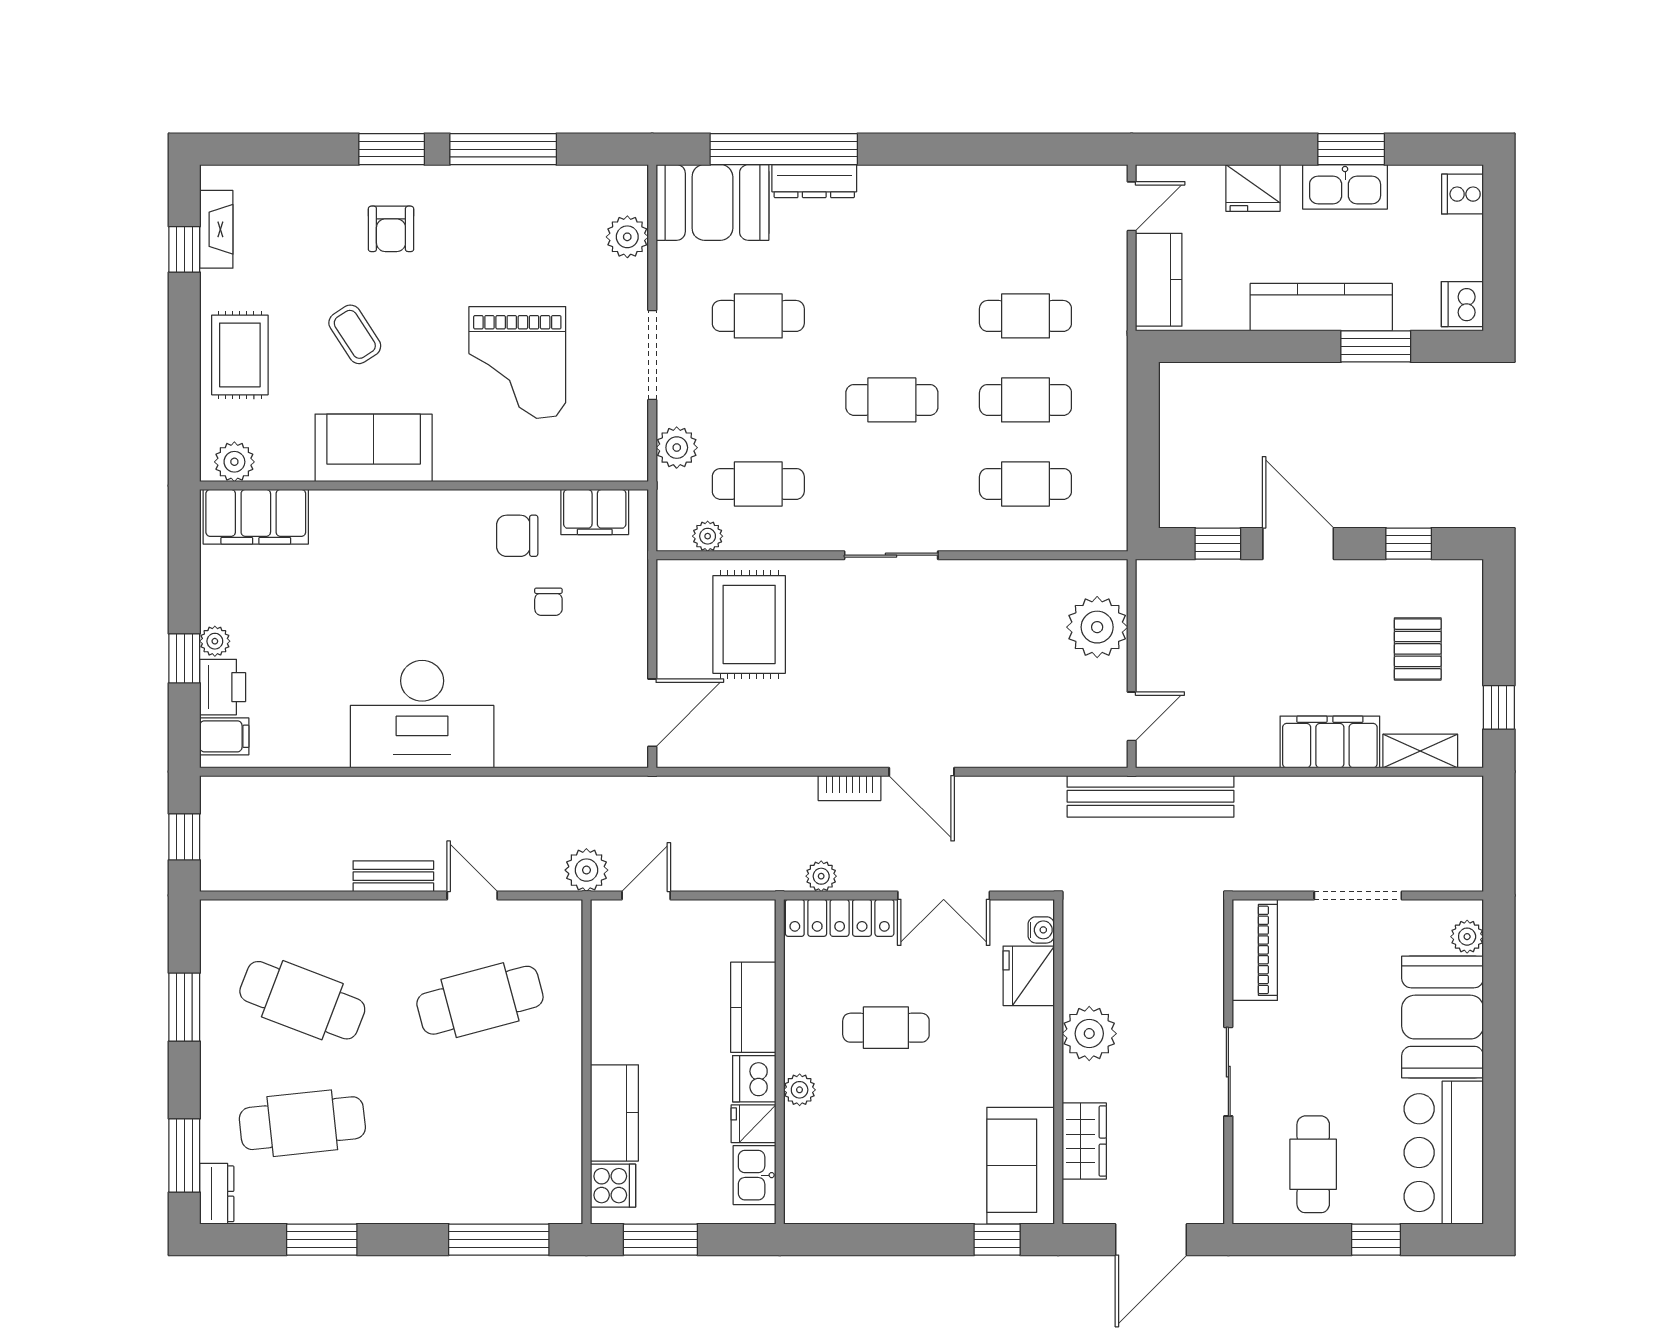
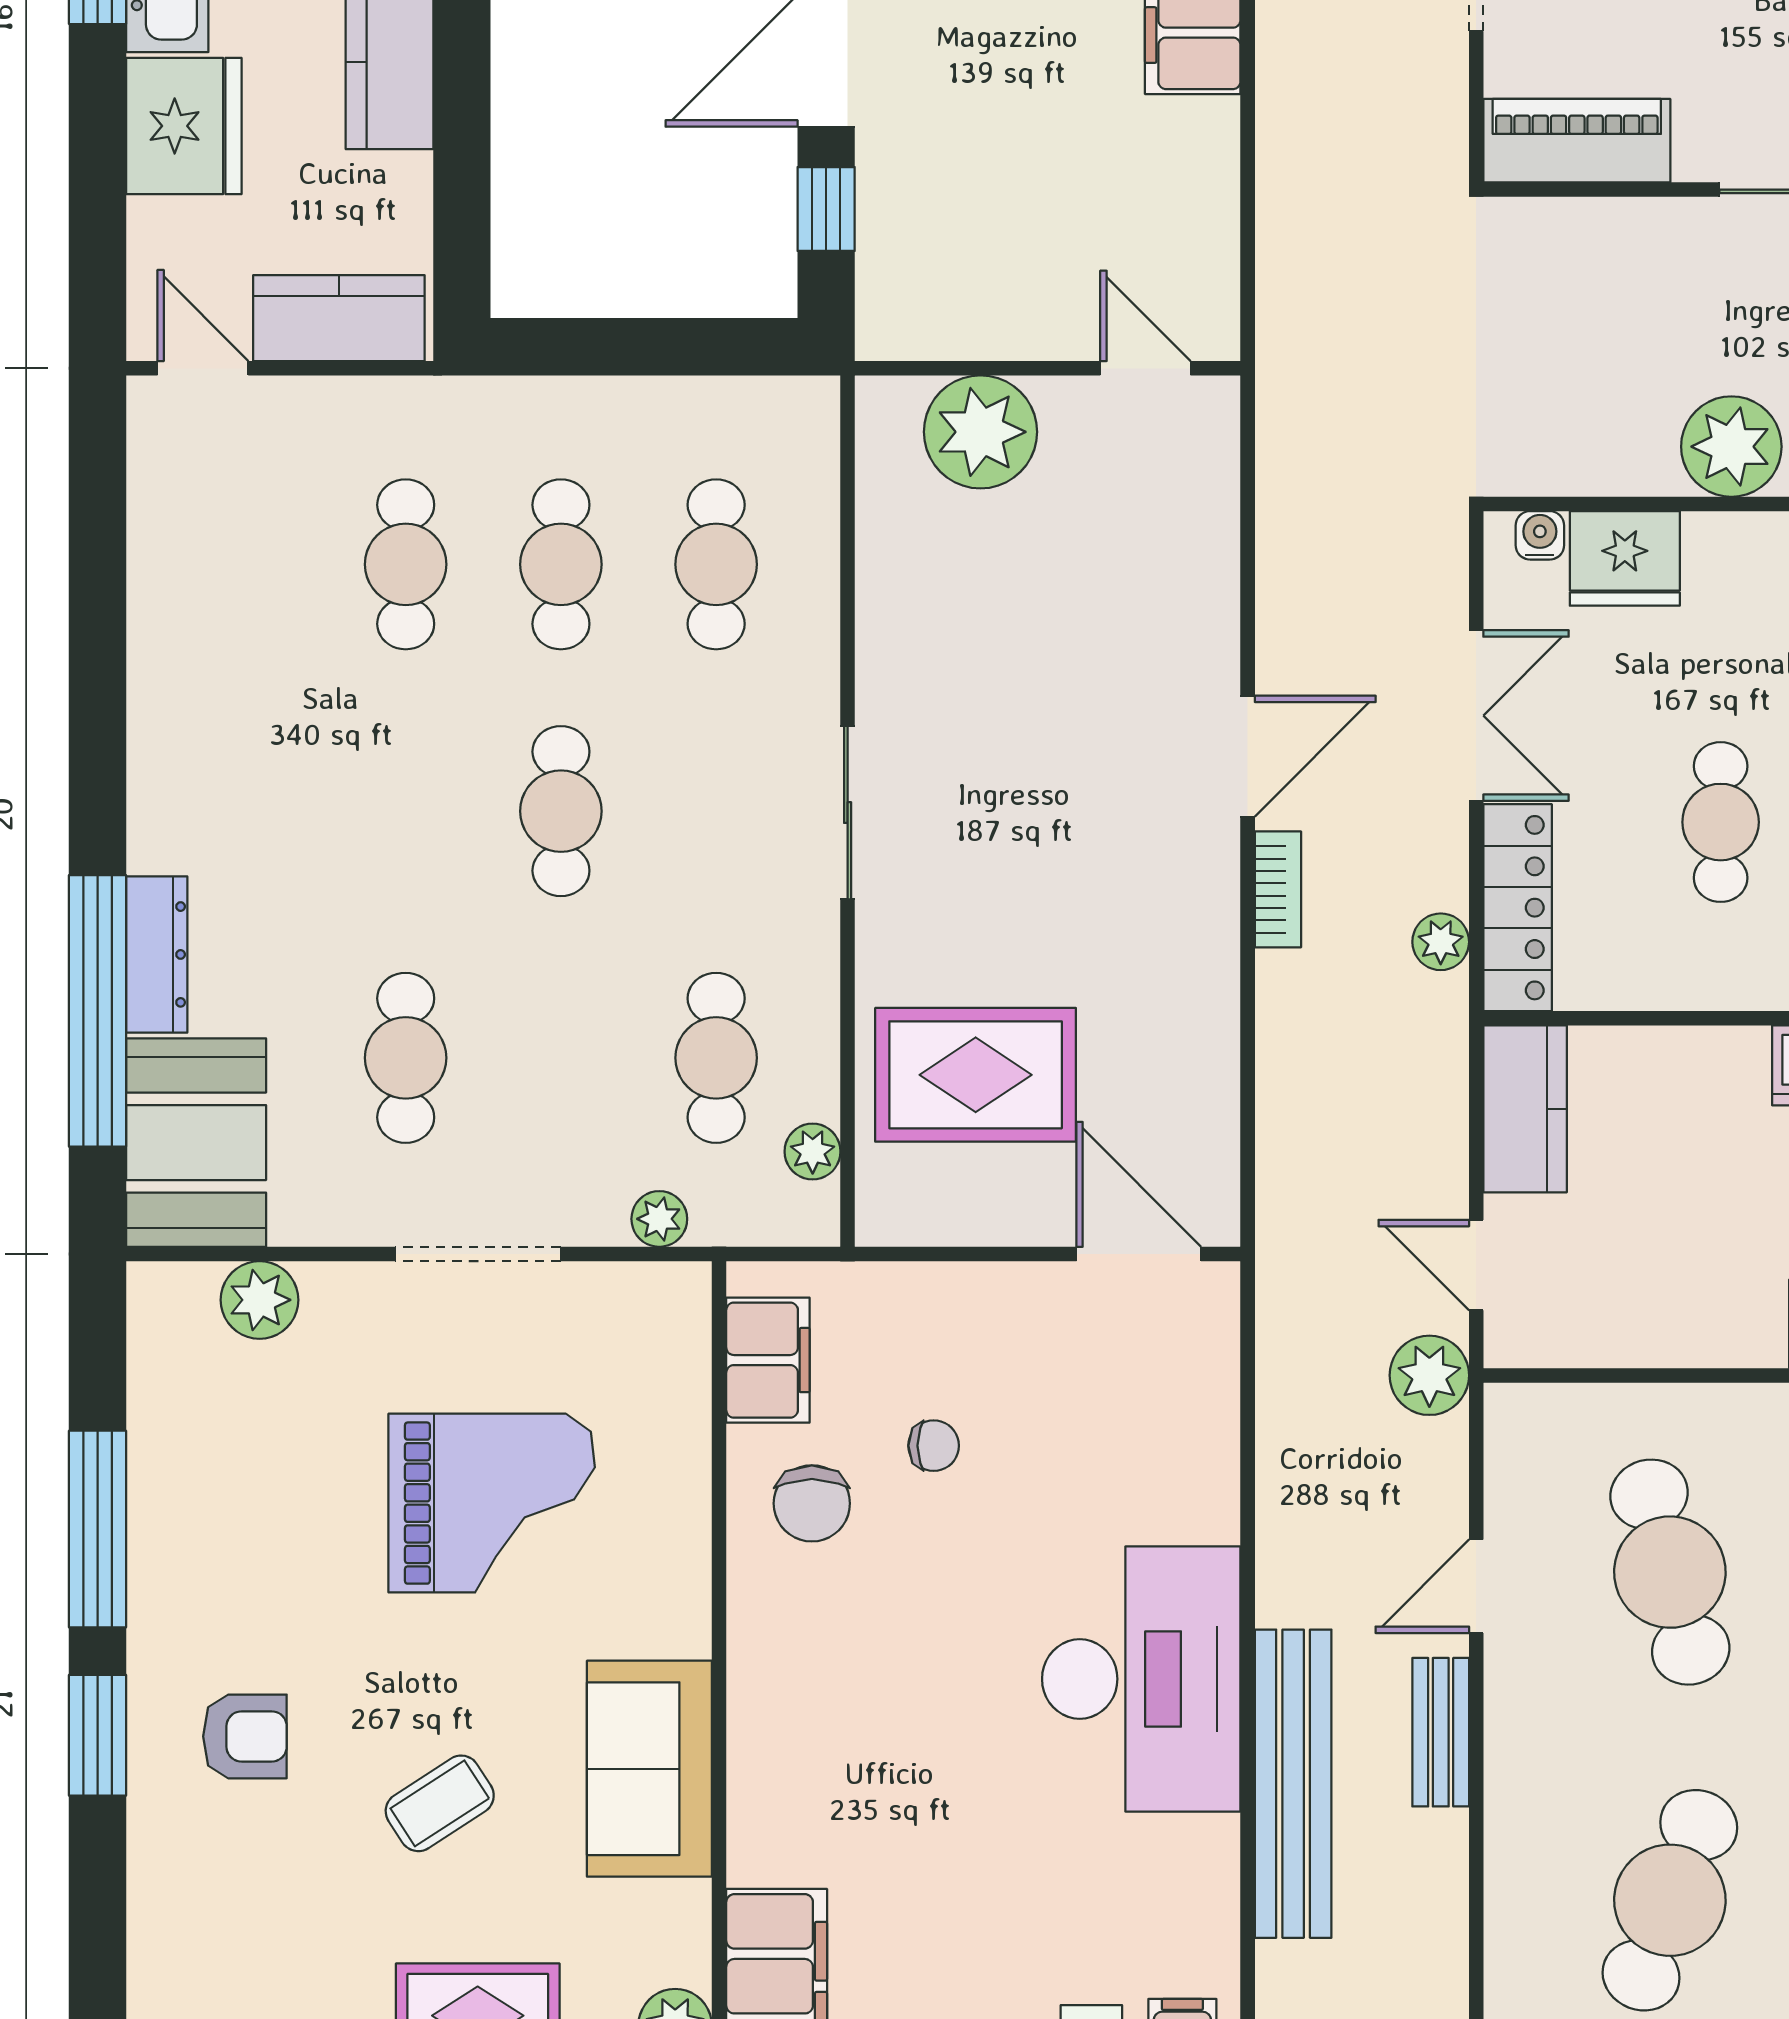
fridge: (1253, 188) -> (184, 126), width x1.36, depth x1.34
plant: (677, 448) -> (659, 1219), width x0.73, depth x0.73
bench: (1150, 796) -> (1293, 1784), moved
kitchen counter: (753, 1007) -> (1525, 1109), moved, turned -90

